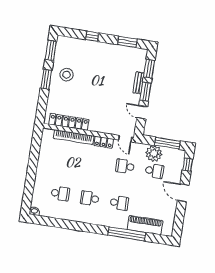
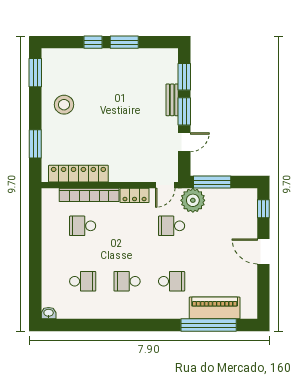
window: (127, 42) -> (124, 42), moved
window: (46, 79) -> (35, 144), moved
door: (142, 112) -> (184, 142), swing flipped
door: (125, 139) -> (165, 185), hinge flipped
window: (167, 143) -> (212, 182), moved
plant: (154, 153) -> (193, 200), moved
school desk: (154, 171) -> (83, 226), moved, turned 180
window: (127, 234) -> (209, 325), moved

